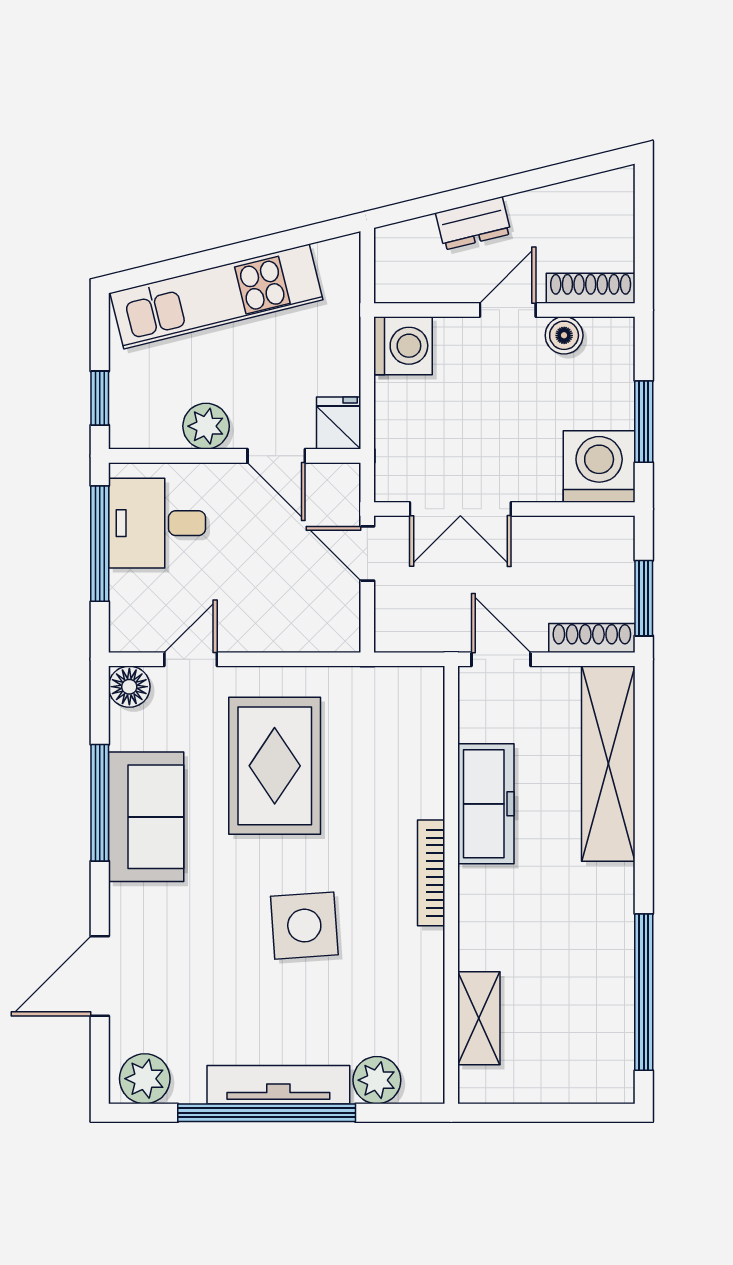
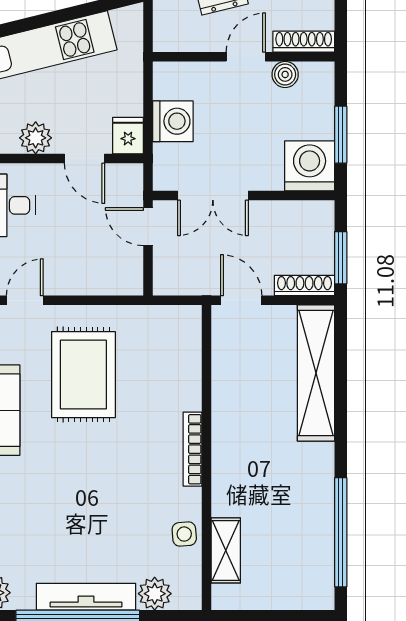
washing machine: (403, 346) -> (173, 121), moved
freezer: (486, 804) -> (231, 401), removed
side table: (304, 926) -> (184, 534), moved, width x0.54, depth x0.54

